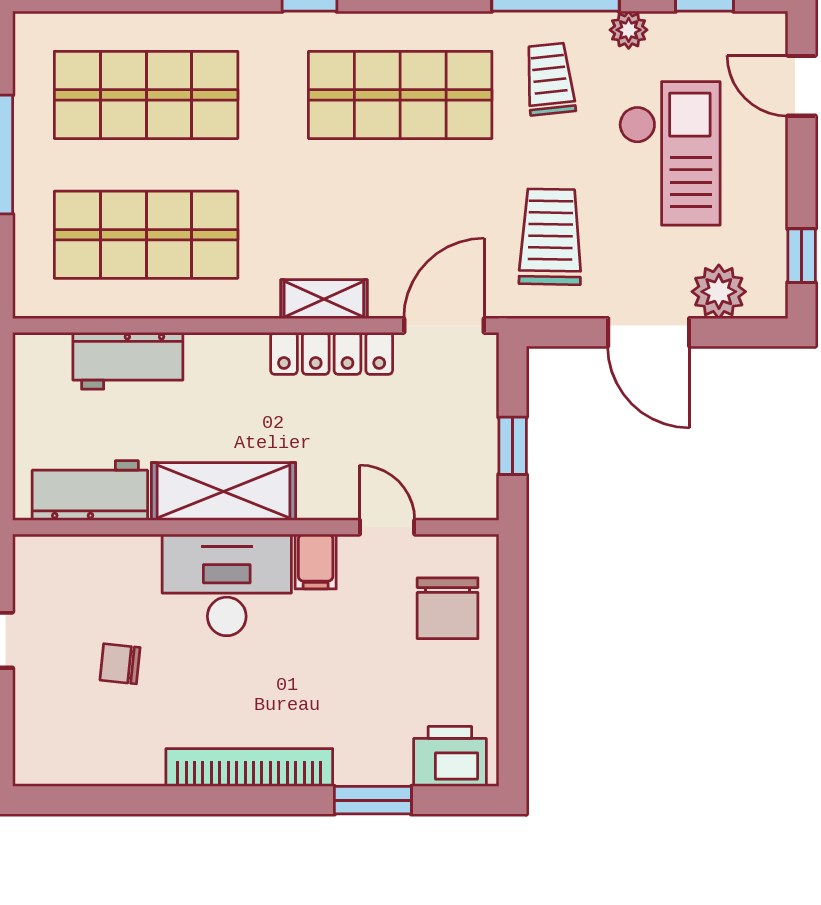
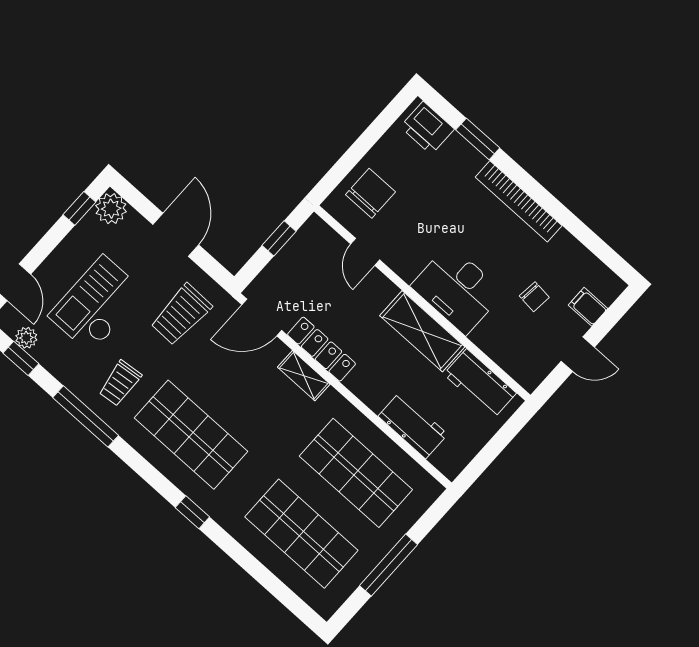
plant: (629, 30) -> (26, 338), moved
plant: (719, 292) -> (111, 209), moved
filing cabinet: (316, 562) -> (588, 307), moved, turned -90

